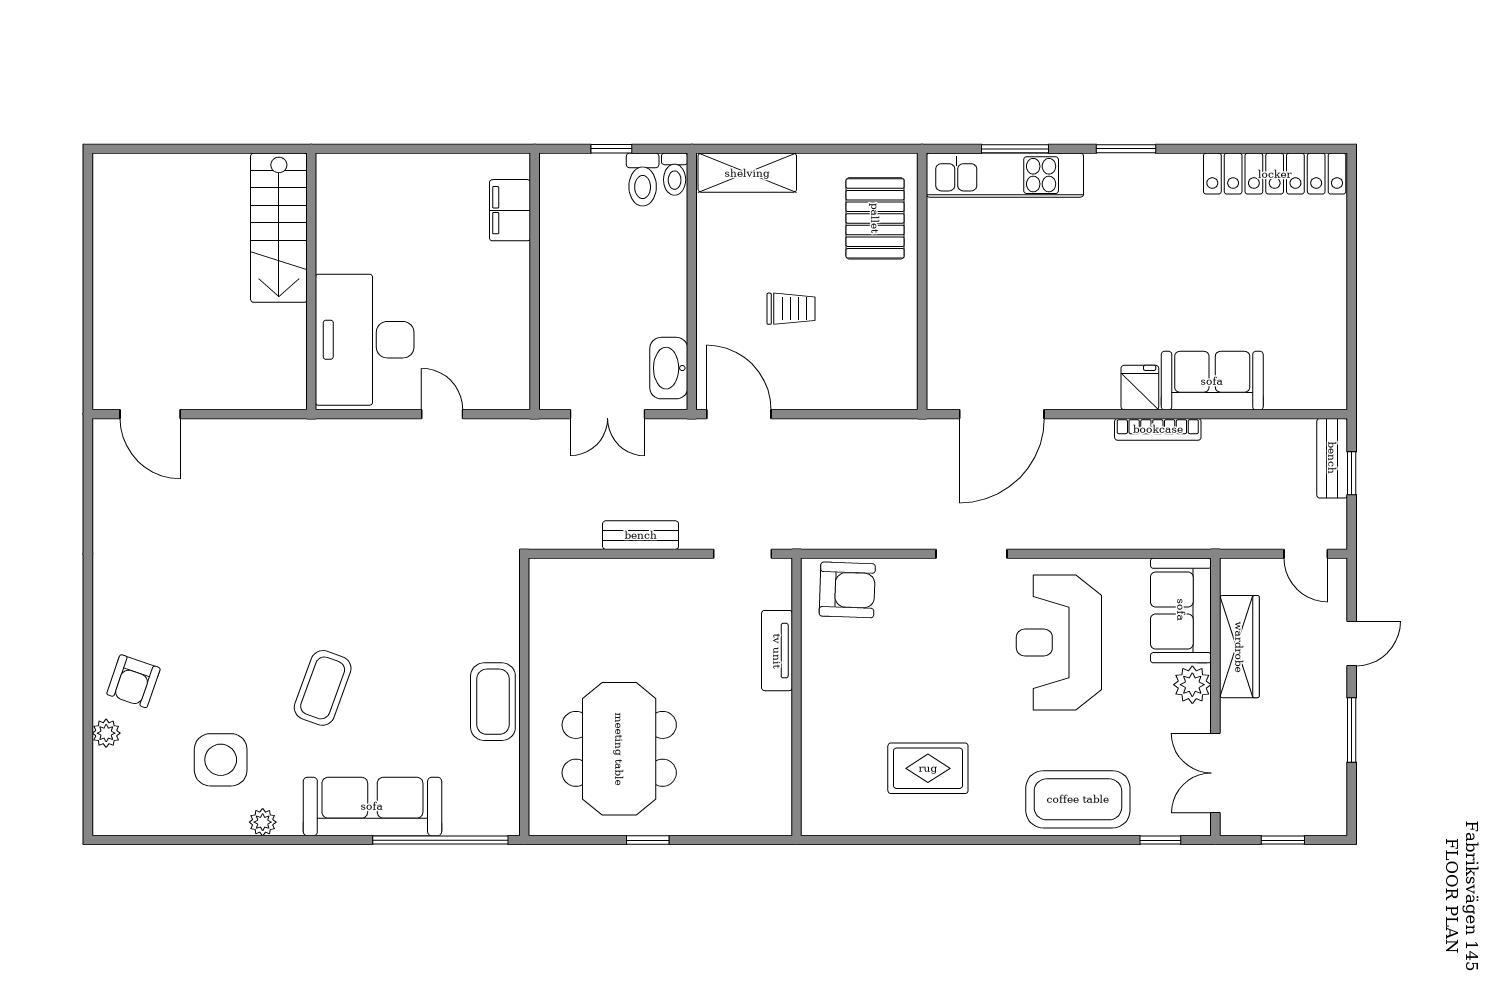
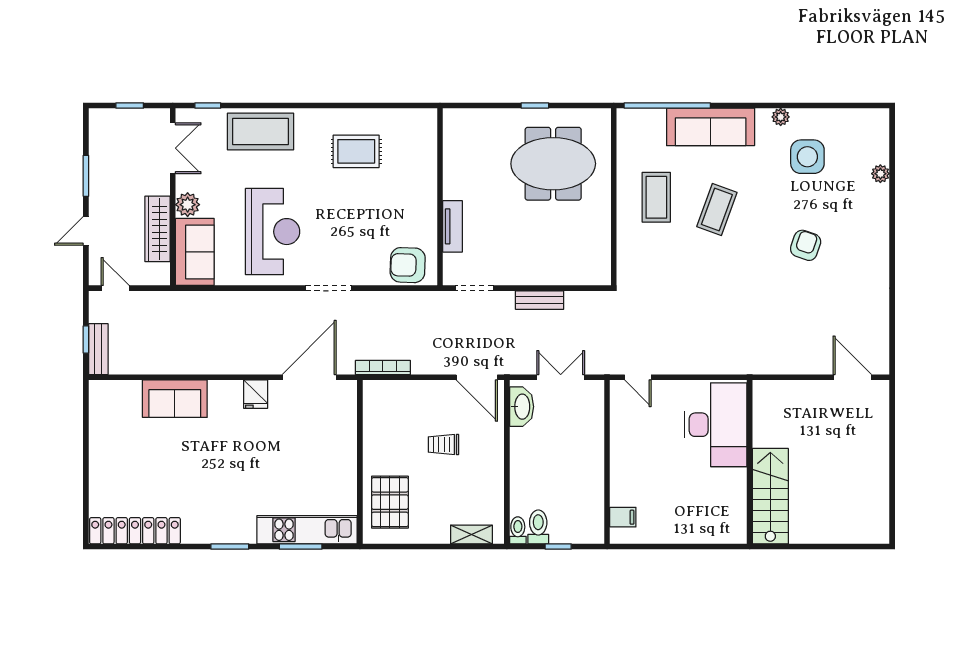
shelving: (747, 173) -> (471, 534), width x0.67, depth x0.75
filing cabinet: (510, 210) -> (623, 517), width x0.50
fridge: (1140, 388) -> (256, 394), moved
door: (442, 414) -> (638, 377), moved
bookcase: (1158, 429) -> (383, 368), moved
armchair: (133, 681) -> (806, 245), moved
coffee table: (323, 688) -> (717, 209), moved
coffee table: (493, 702) -> (656, 197), moved
meeting table: (619, 749) -> (553, 164), turned 90

